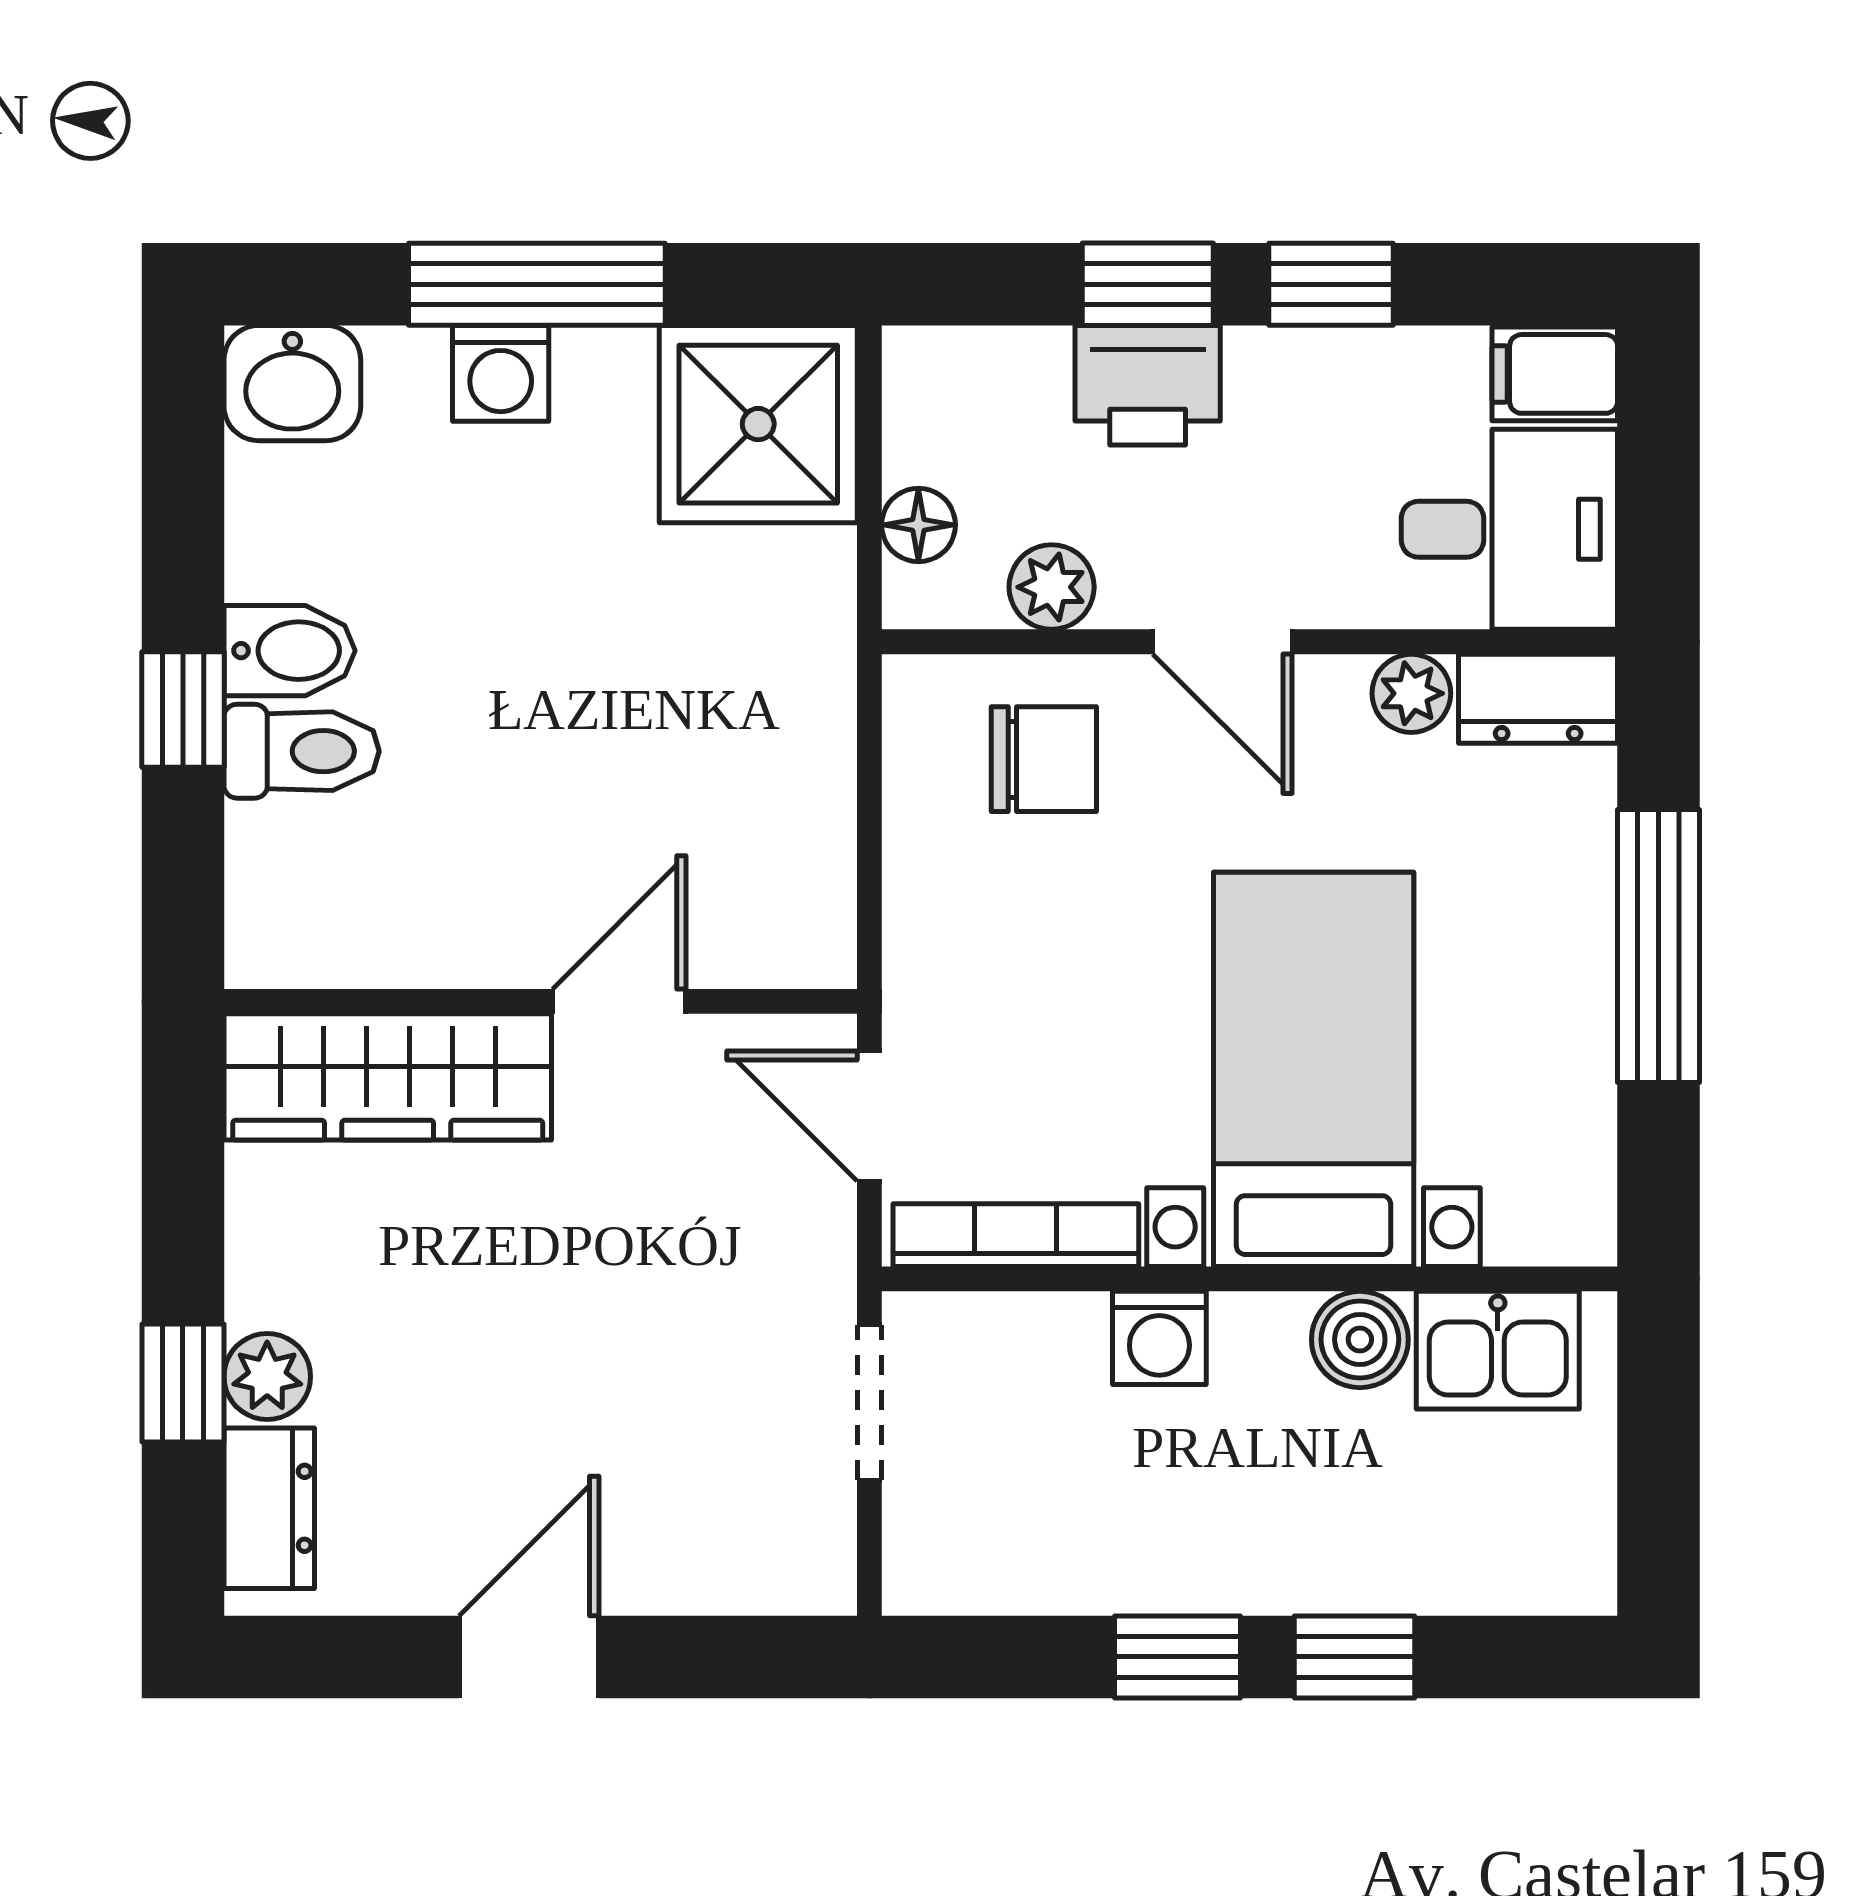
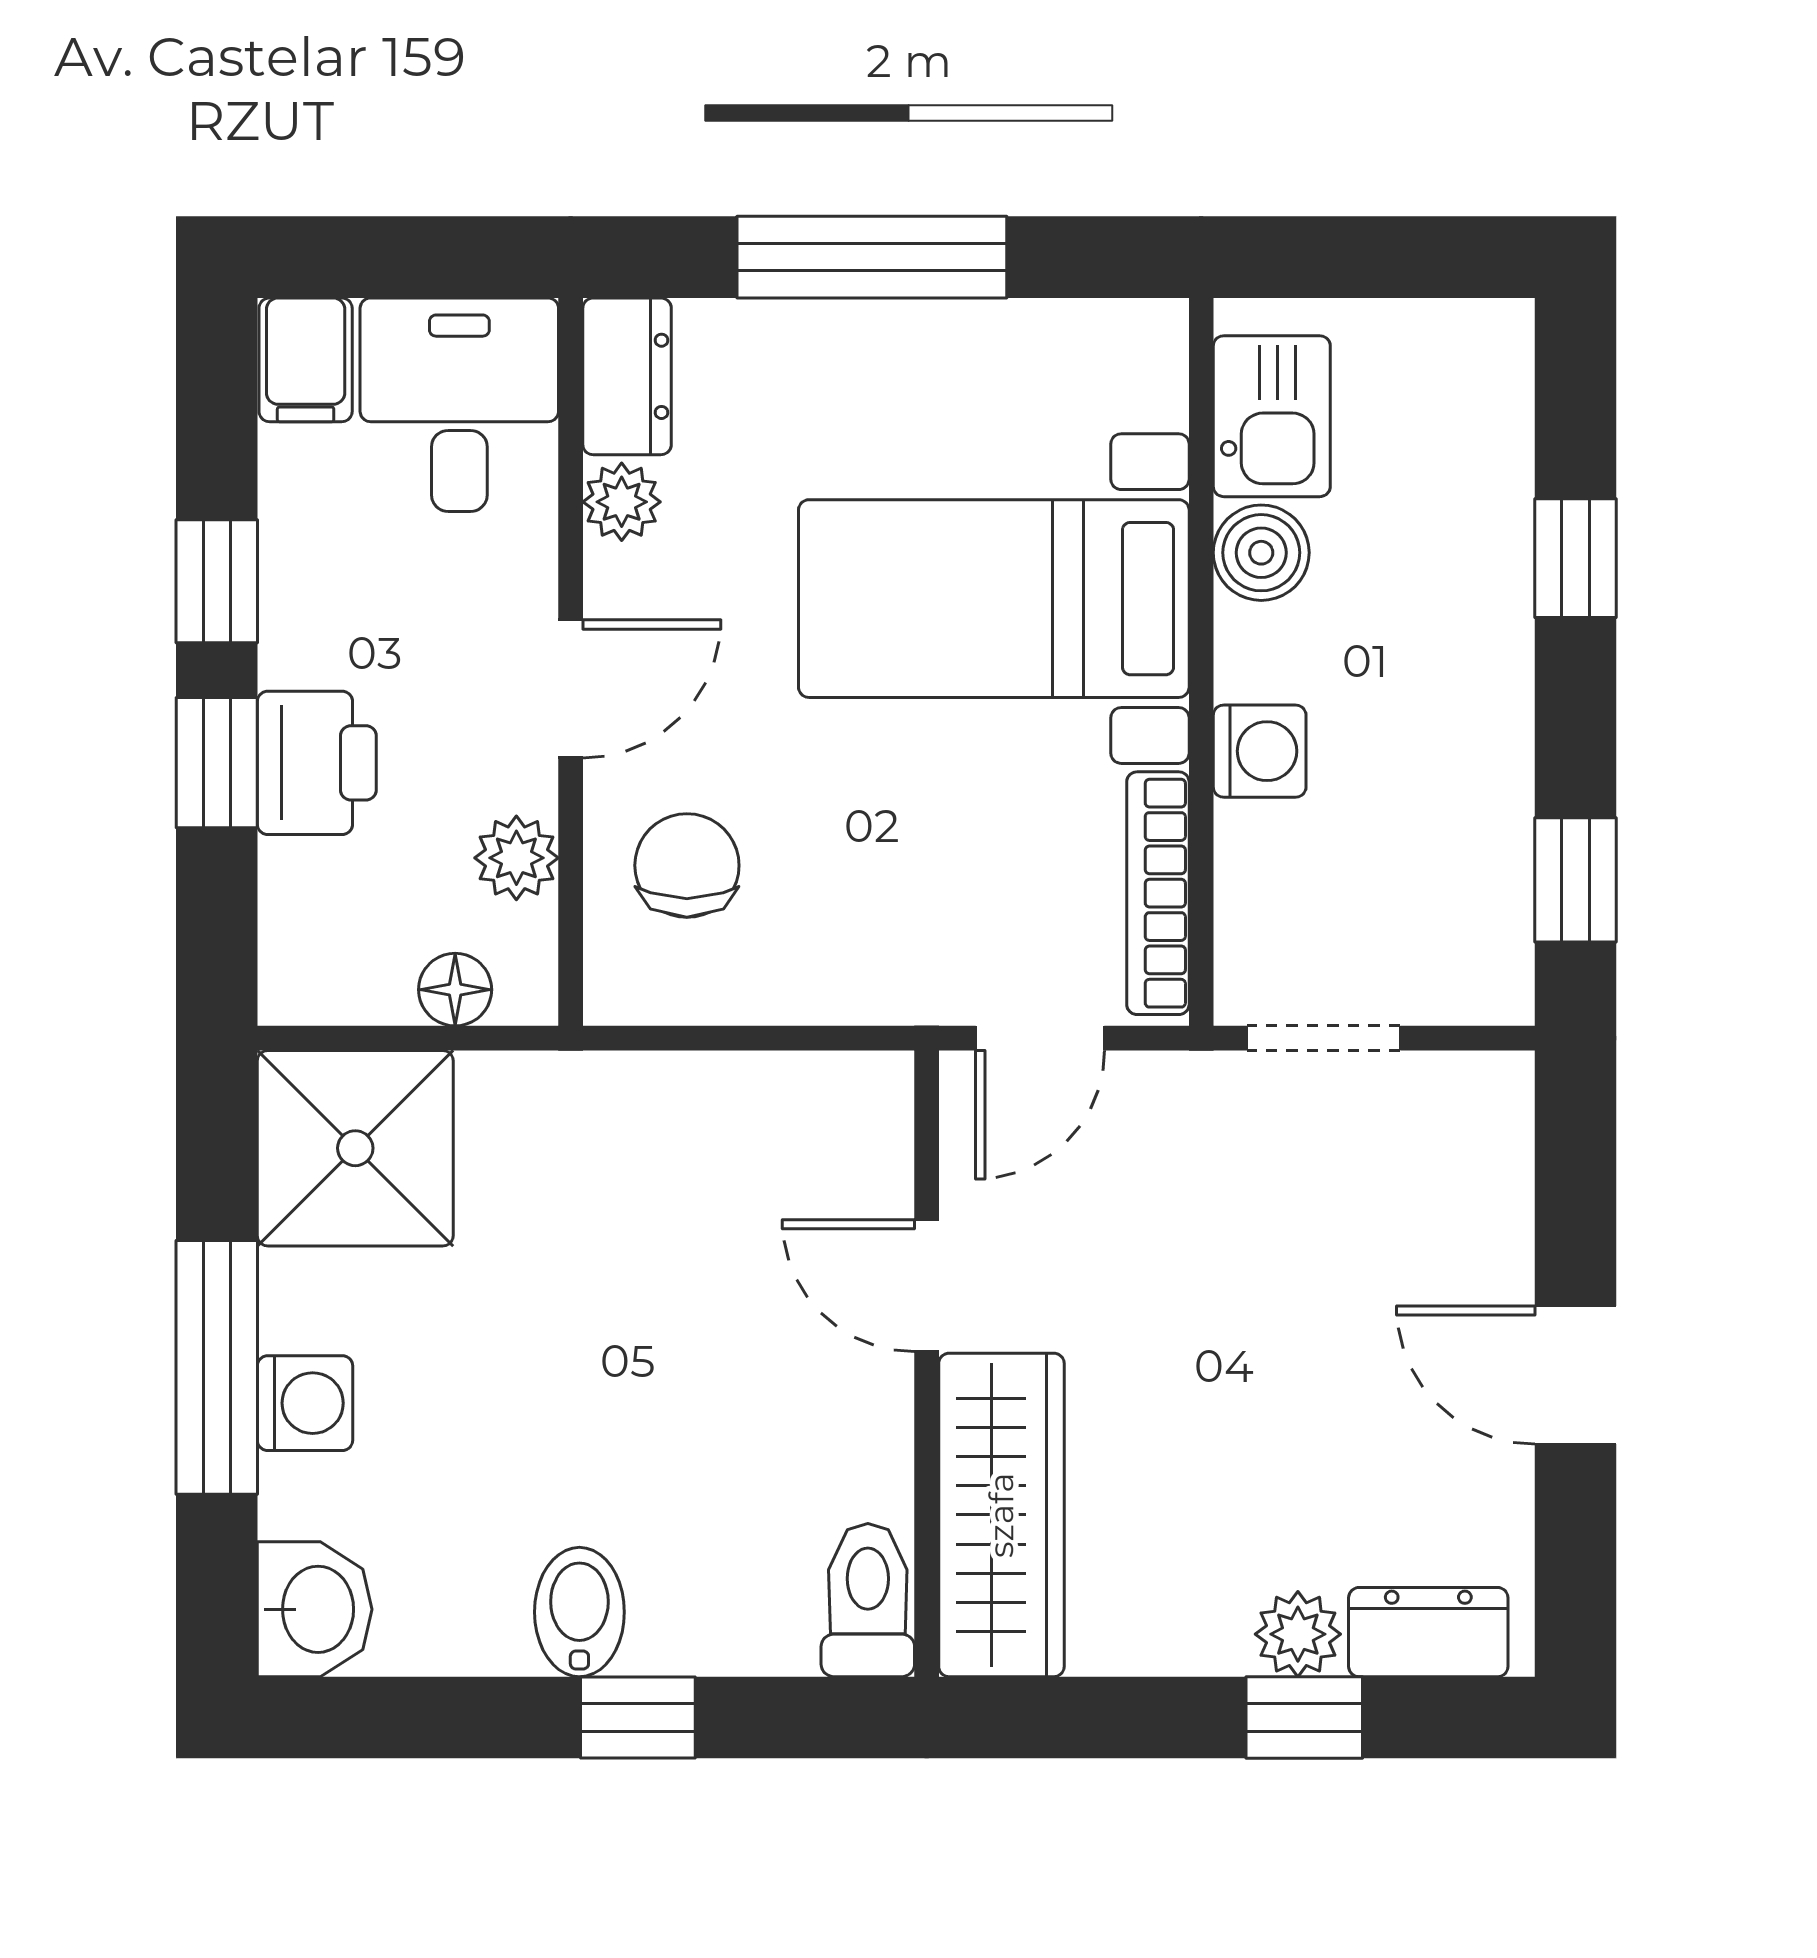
toilet: (302, 751) -> (868, 1600), moved
window: (1177, 1657) -> (1575, 880), moved

